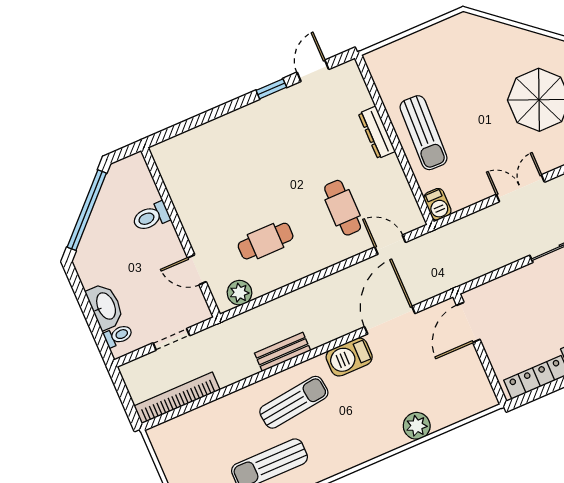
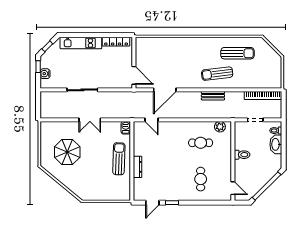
cafe table: (343, 208) -> (201, 179), moved
toilet: (151, 217) -> (242, 155), moved
door: (197, 270) -> (233, 188), moved
door: (468, 322) -> (134, 75), hinge flipped
barbecue: (349, 357) -> (187, 82), removed
plant: (417, 426) -> (172, 43), removed

